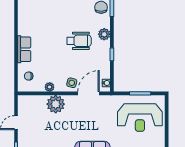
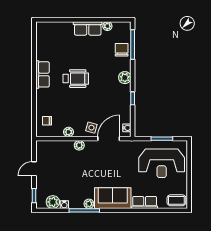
wheelchair: (79, 41) -> (76, 79), moved
row of seats: (24, 49) -> (42, 74), moved
plant: (56, 104) -> (79, 145), width x0.53, depth x0.53

